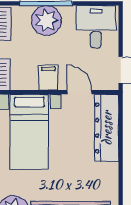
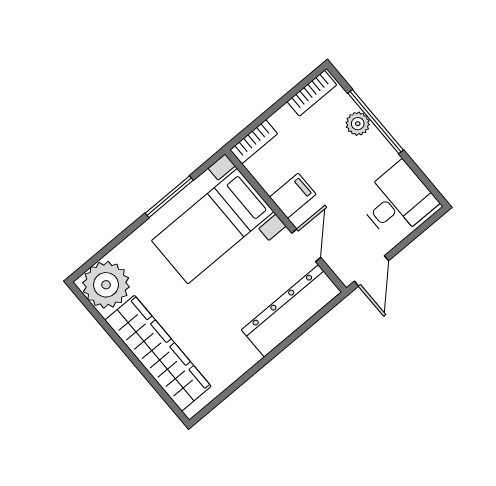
plant: (46, 20) -> (358, 124), width x0.53, depth x0.53

